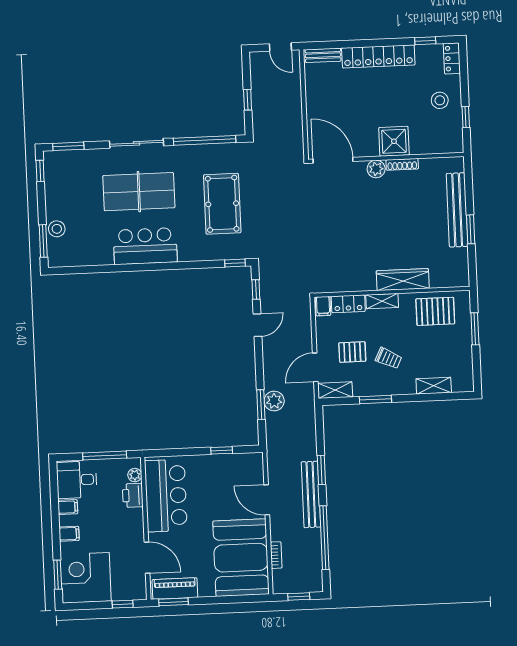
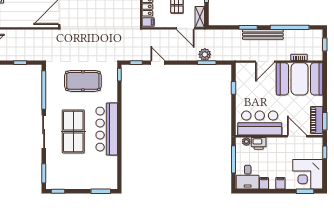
stool: (57, 229) -> (94, 183), removed
bar counter: (145, 246) -> (107, 129), width x1.36
door: (147, 558) -> (297, 136), hinge flipped

